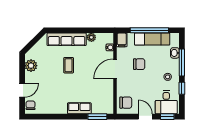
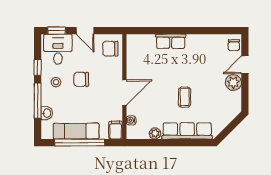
chair: (139, 64) -> (81, 79), moved
plant: (31, 66) -> (233, 83), moved
window: (97, 117) -> (147, 31), removed

